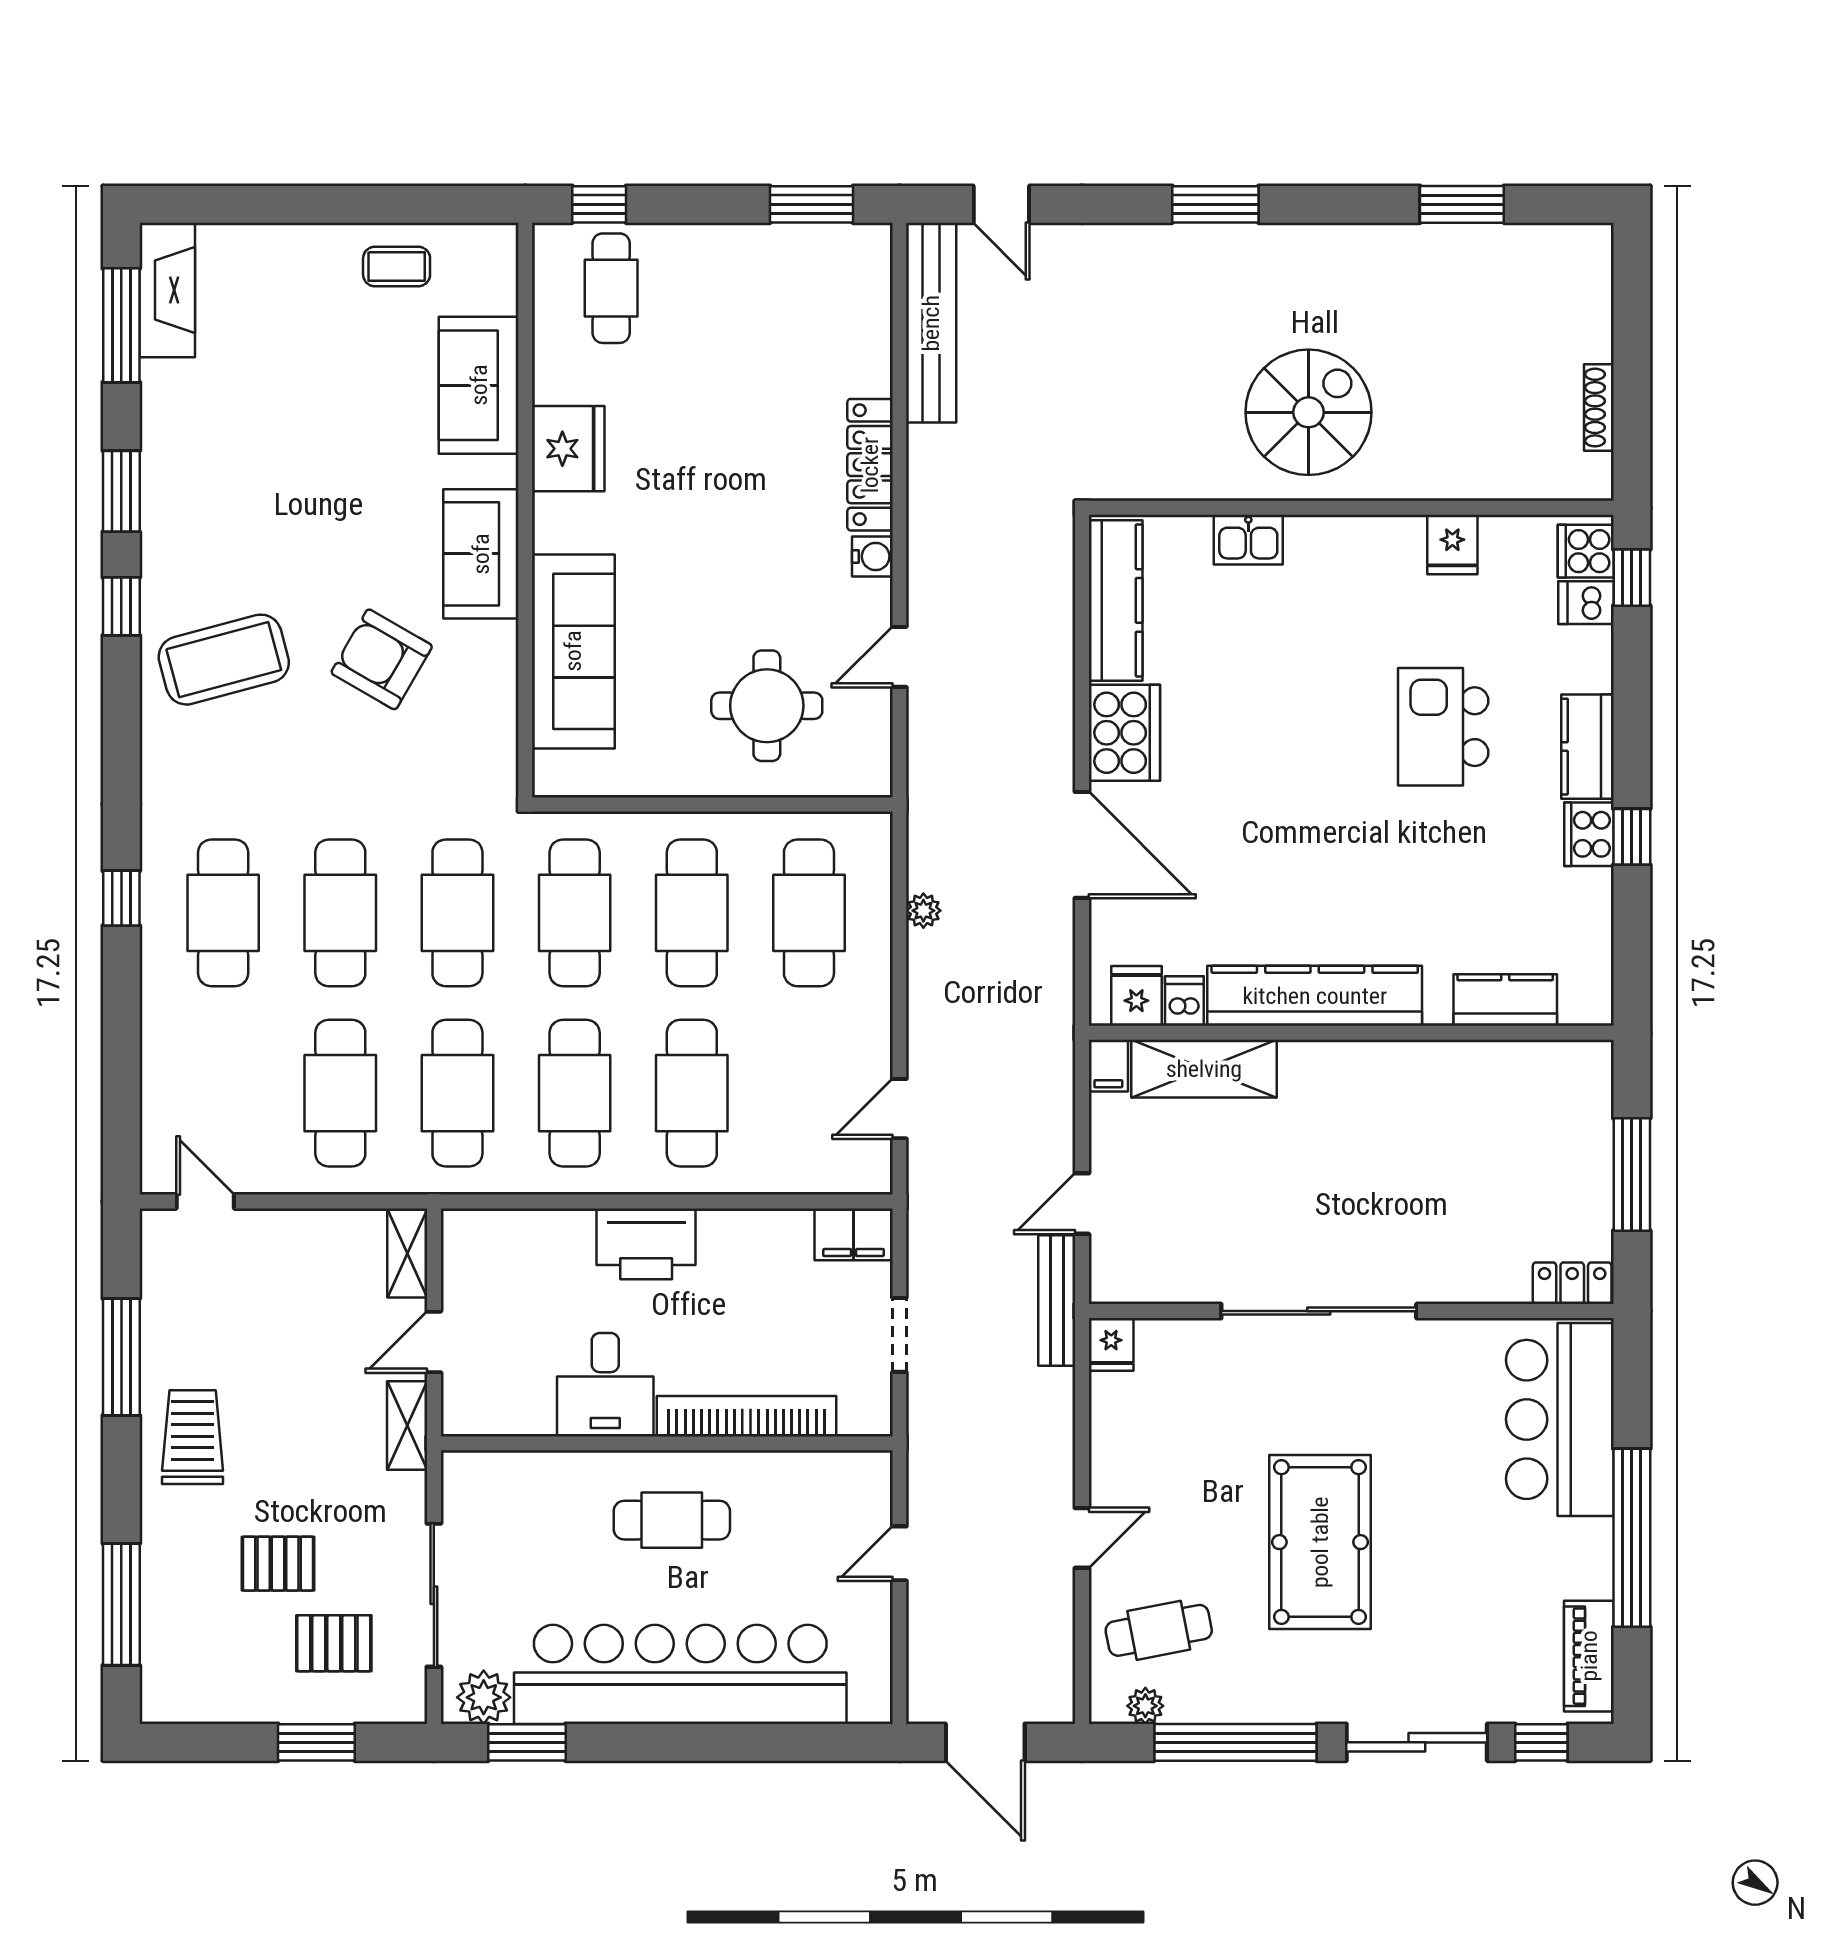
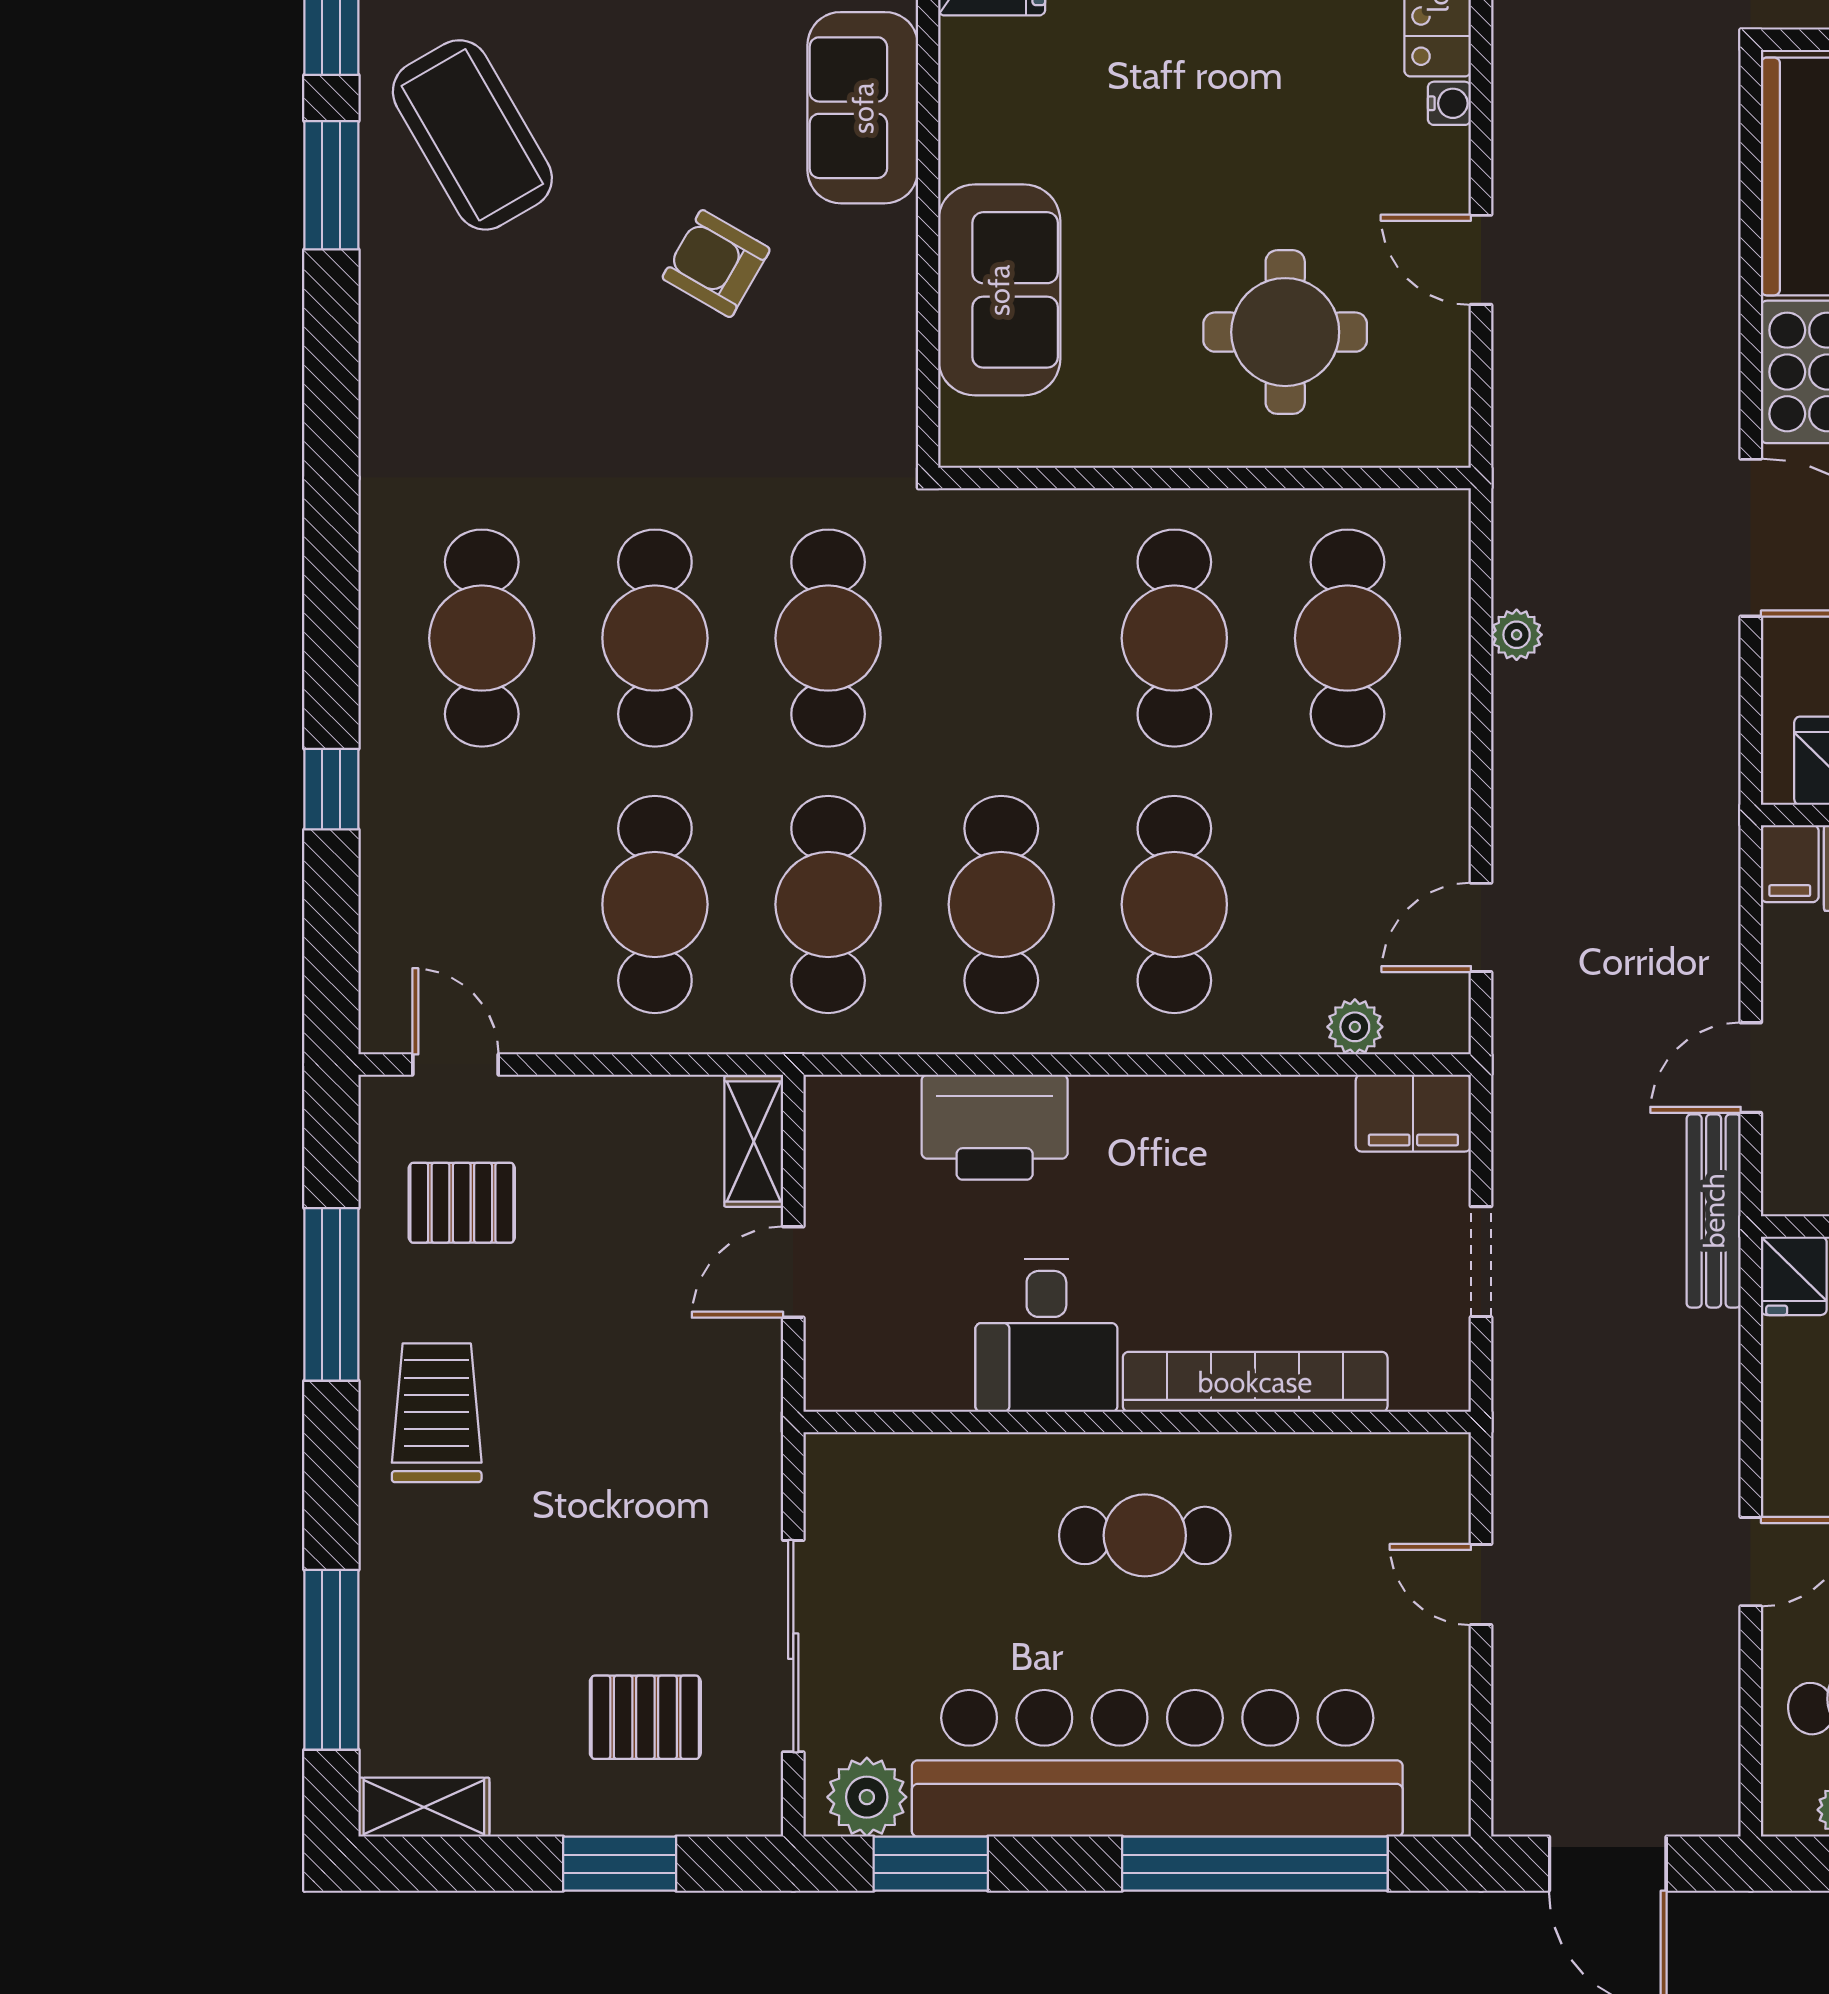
water cooler: (872, 556) -> (1449, 103), width x0.72, depth x0.72
window: (121, 606) -> (331, 185), width x1.50
sofa: (573, 651) -> (999, 290), width x0.73
door: (899, 657) -> (1481, 260), hinge flipped
armchair: (382, 659) -> (716, 264), width x0.72, depth x0.72
coffee table: (224, 660) -> (472, 135), moved, turned 75
window: (121, 898) -> (331, 789), moved
cafe table: (575, 913) -> (1001, 638), removed
plant: (814, 1176) -> (1355, 1027), added
printer: (646, 1244) -> (995, 1127), moved
shelving: (407, 1425) -> (424, 1807), moved, turned 90
door: (899, 1553) -> (1481, 1585), hinge flipped
pallet: (278, 1564) -> (462, 1203), moved
window: (746, 1742) -> (1255, 1864), added

